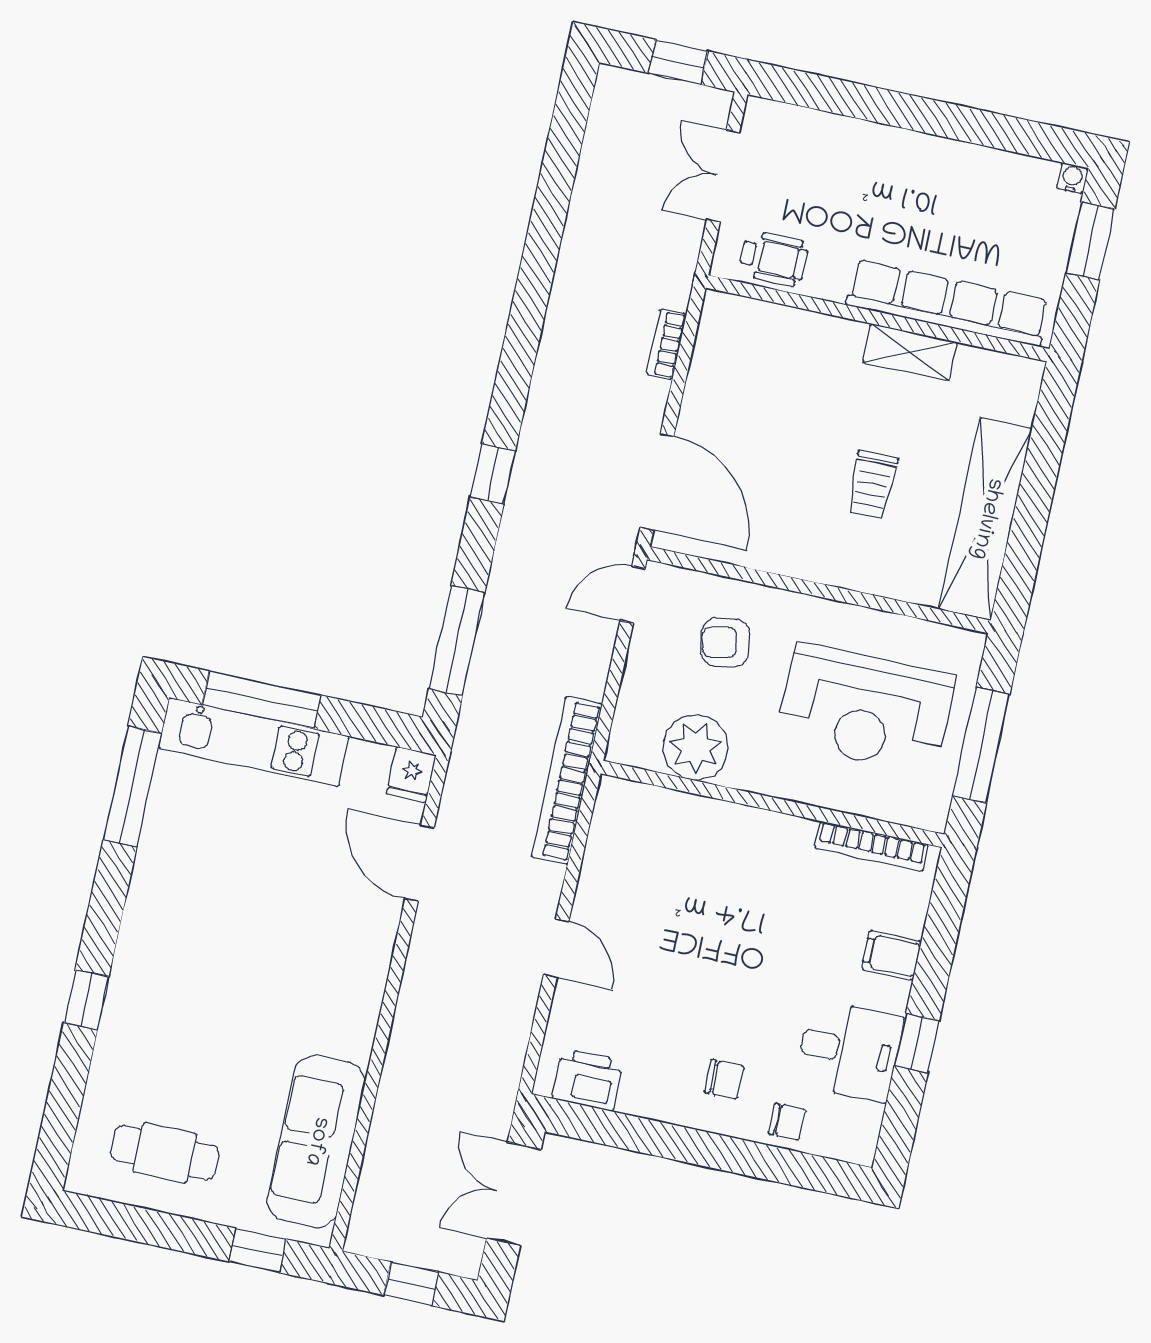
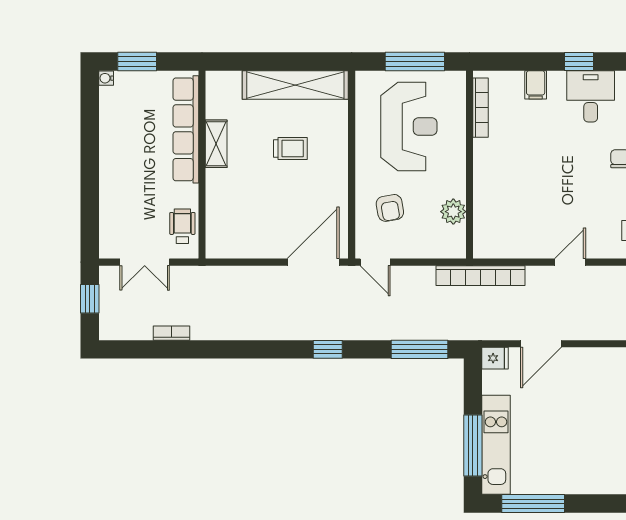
bookcase: (667, 344) -> (172, 333), moved, turned 180
plant: (696, 747) -> (453, 212), width x0.73, depth x0.73

